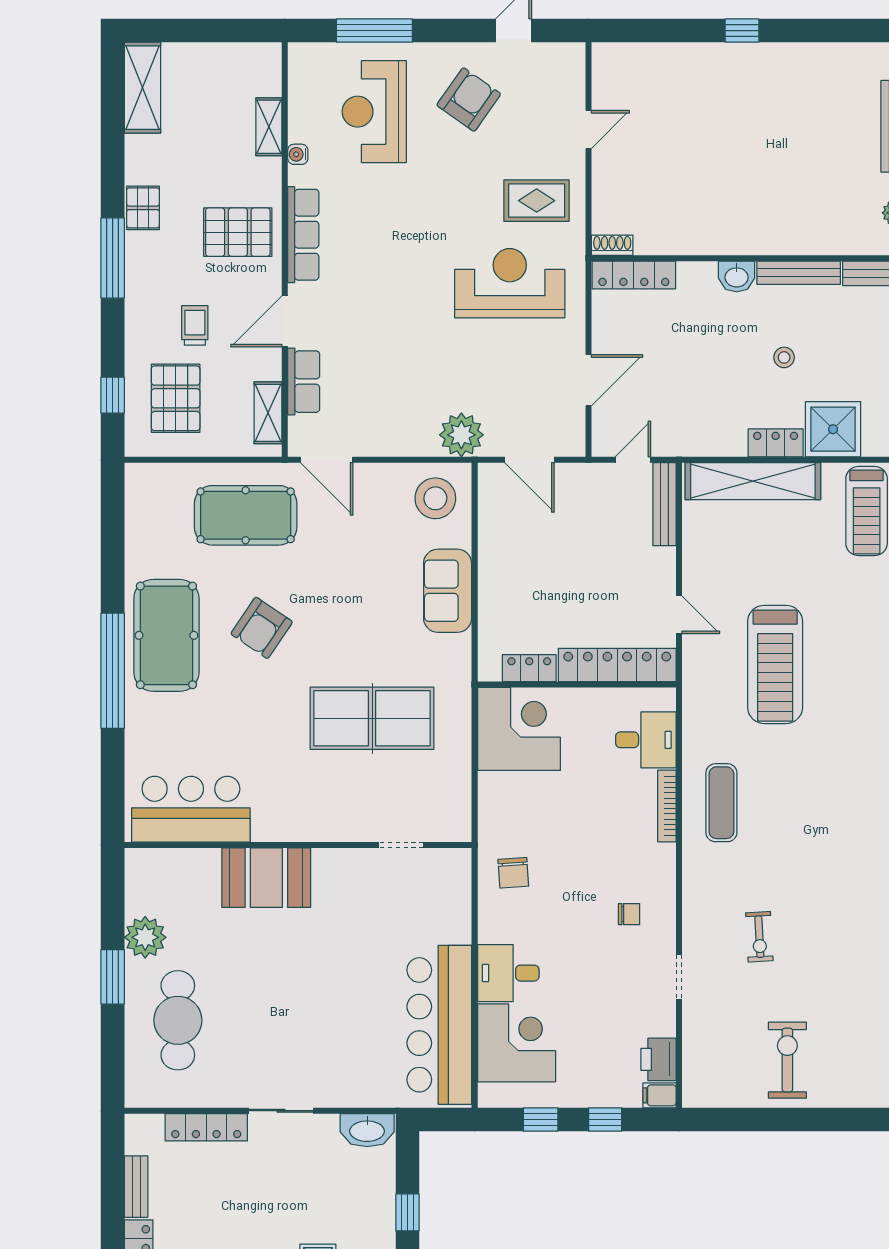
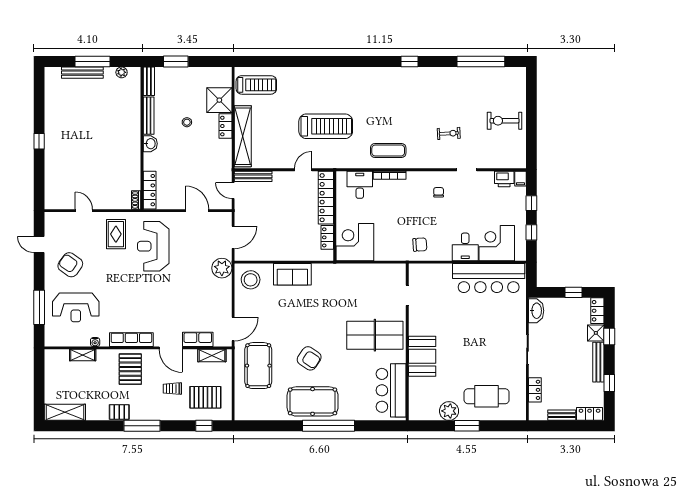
table tennis table: (372, 718) -> (375, 335), moved, turned 90
locker: (206, 1127) -> (535, 390), width x0.66

